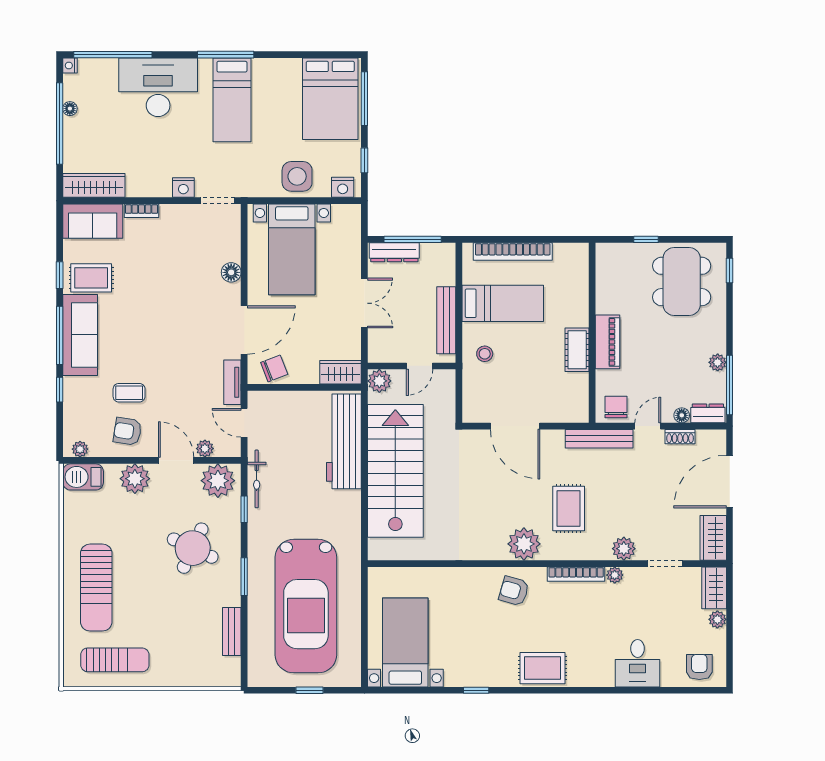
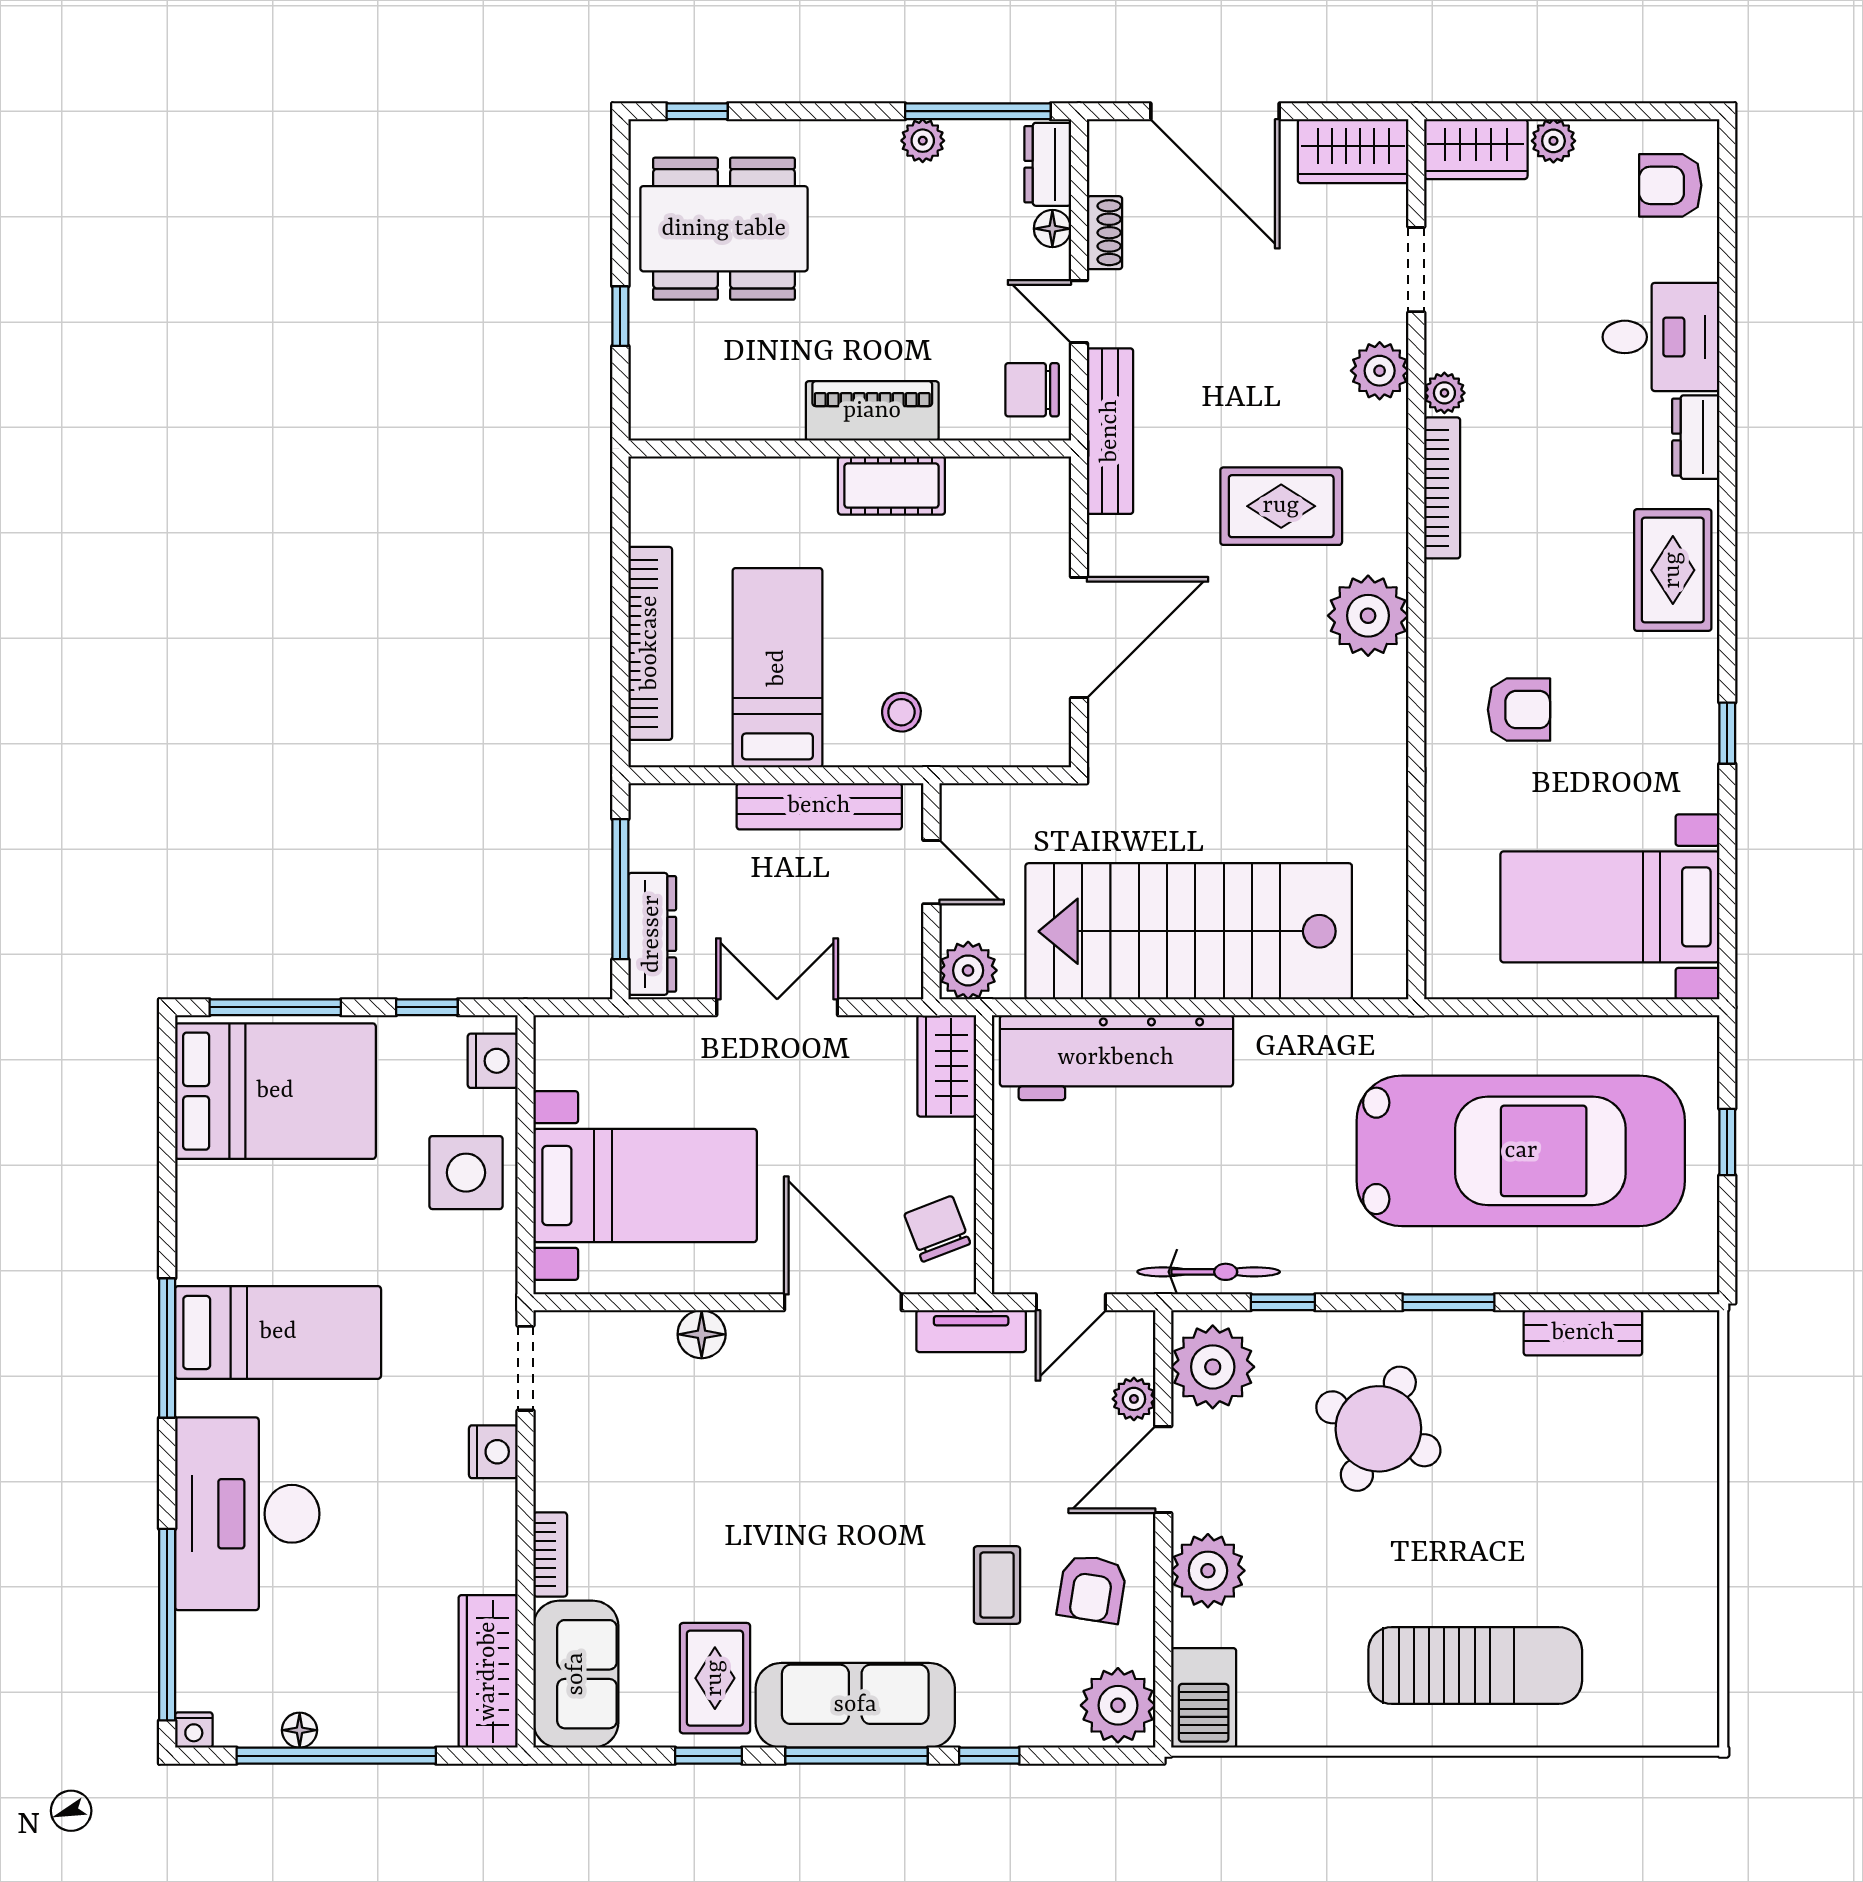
plant: (80, 449) -> (1118, 1705), width x1.88, depth x1.88
armchair: (514, 591) -> (1519, 710), moved, turned -106
sun lounger: (115, 660) -> (1653, 1620), removed
dresser: (597, 677) -> (1696, 437), added

